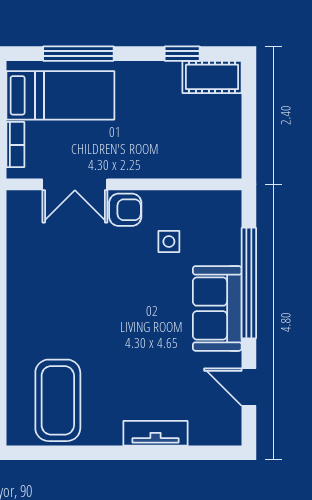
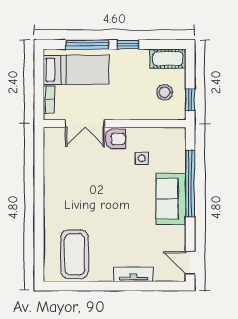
window: (182, 54) -> (128, 45), moved
stool: (207, 132) -> (165, 92), added
window: (249, 145) -> (190, 100), added
door: (249, 387) -> (190, 263), moved

